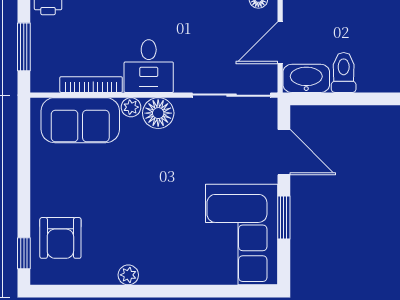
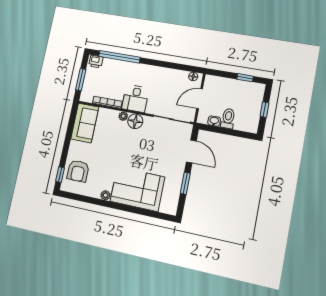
washbasin: (306, 78) -> (214, 121), width x0.52, depth x0.69
sofa: (80, 120) -> (85, 123), moved, turned -90
corner sofa: (242, 235) -> (137, 189), moved, turned 90

